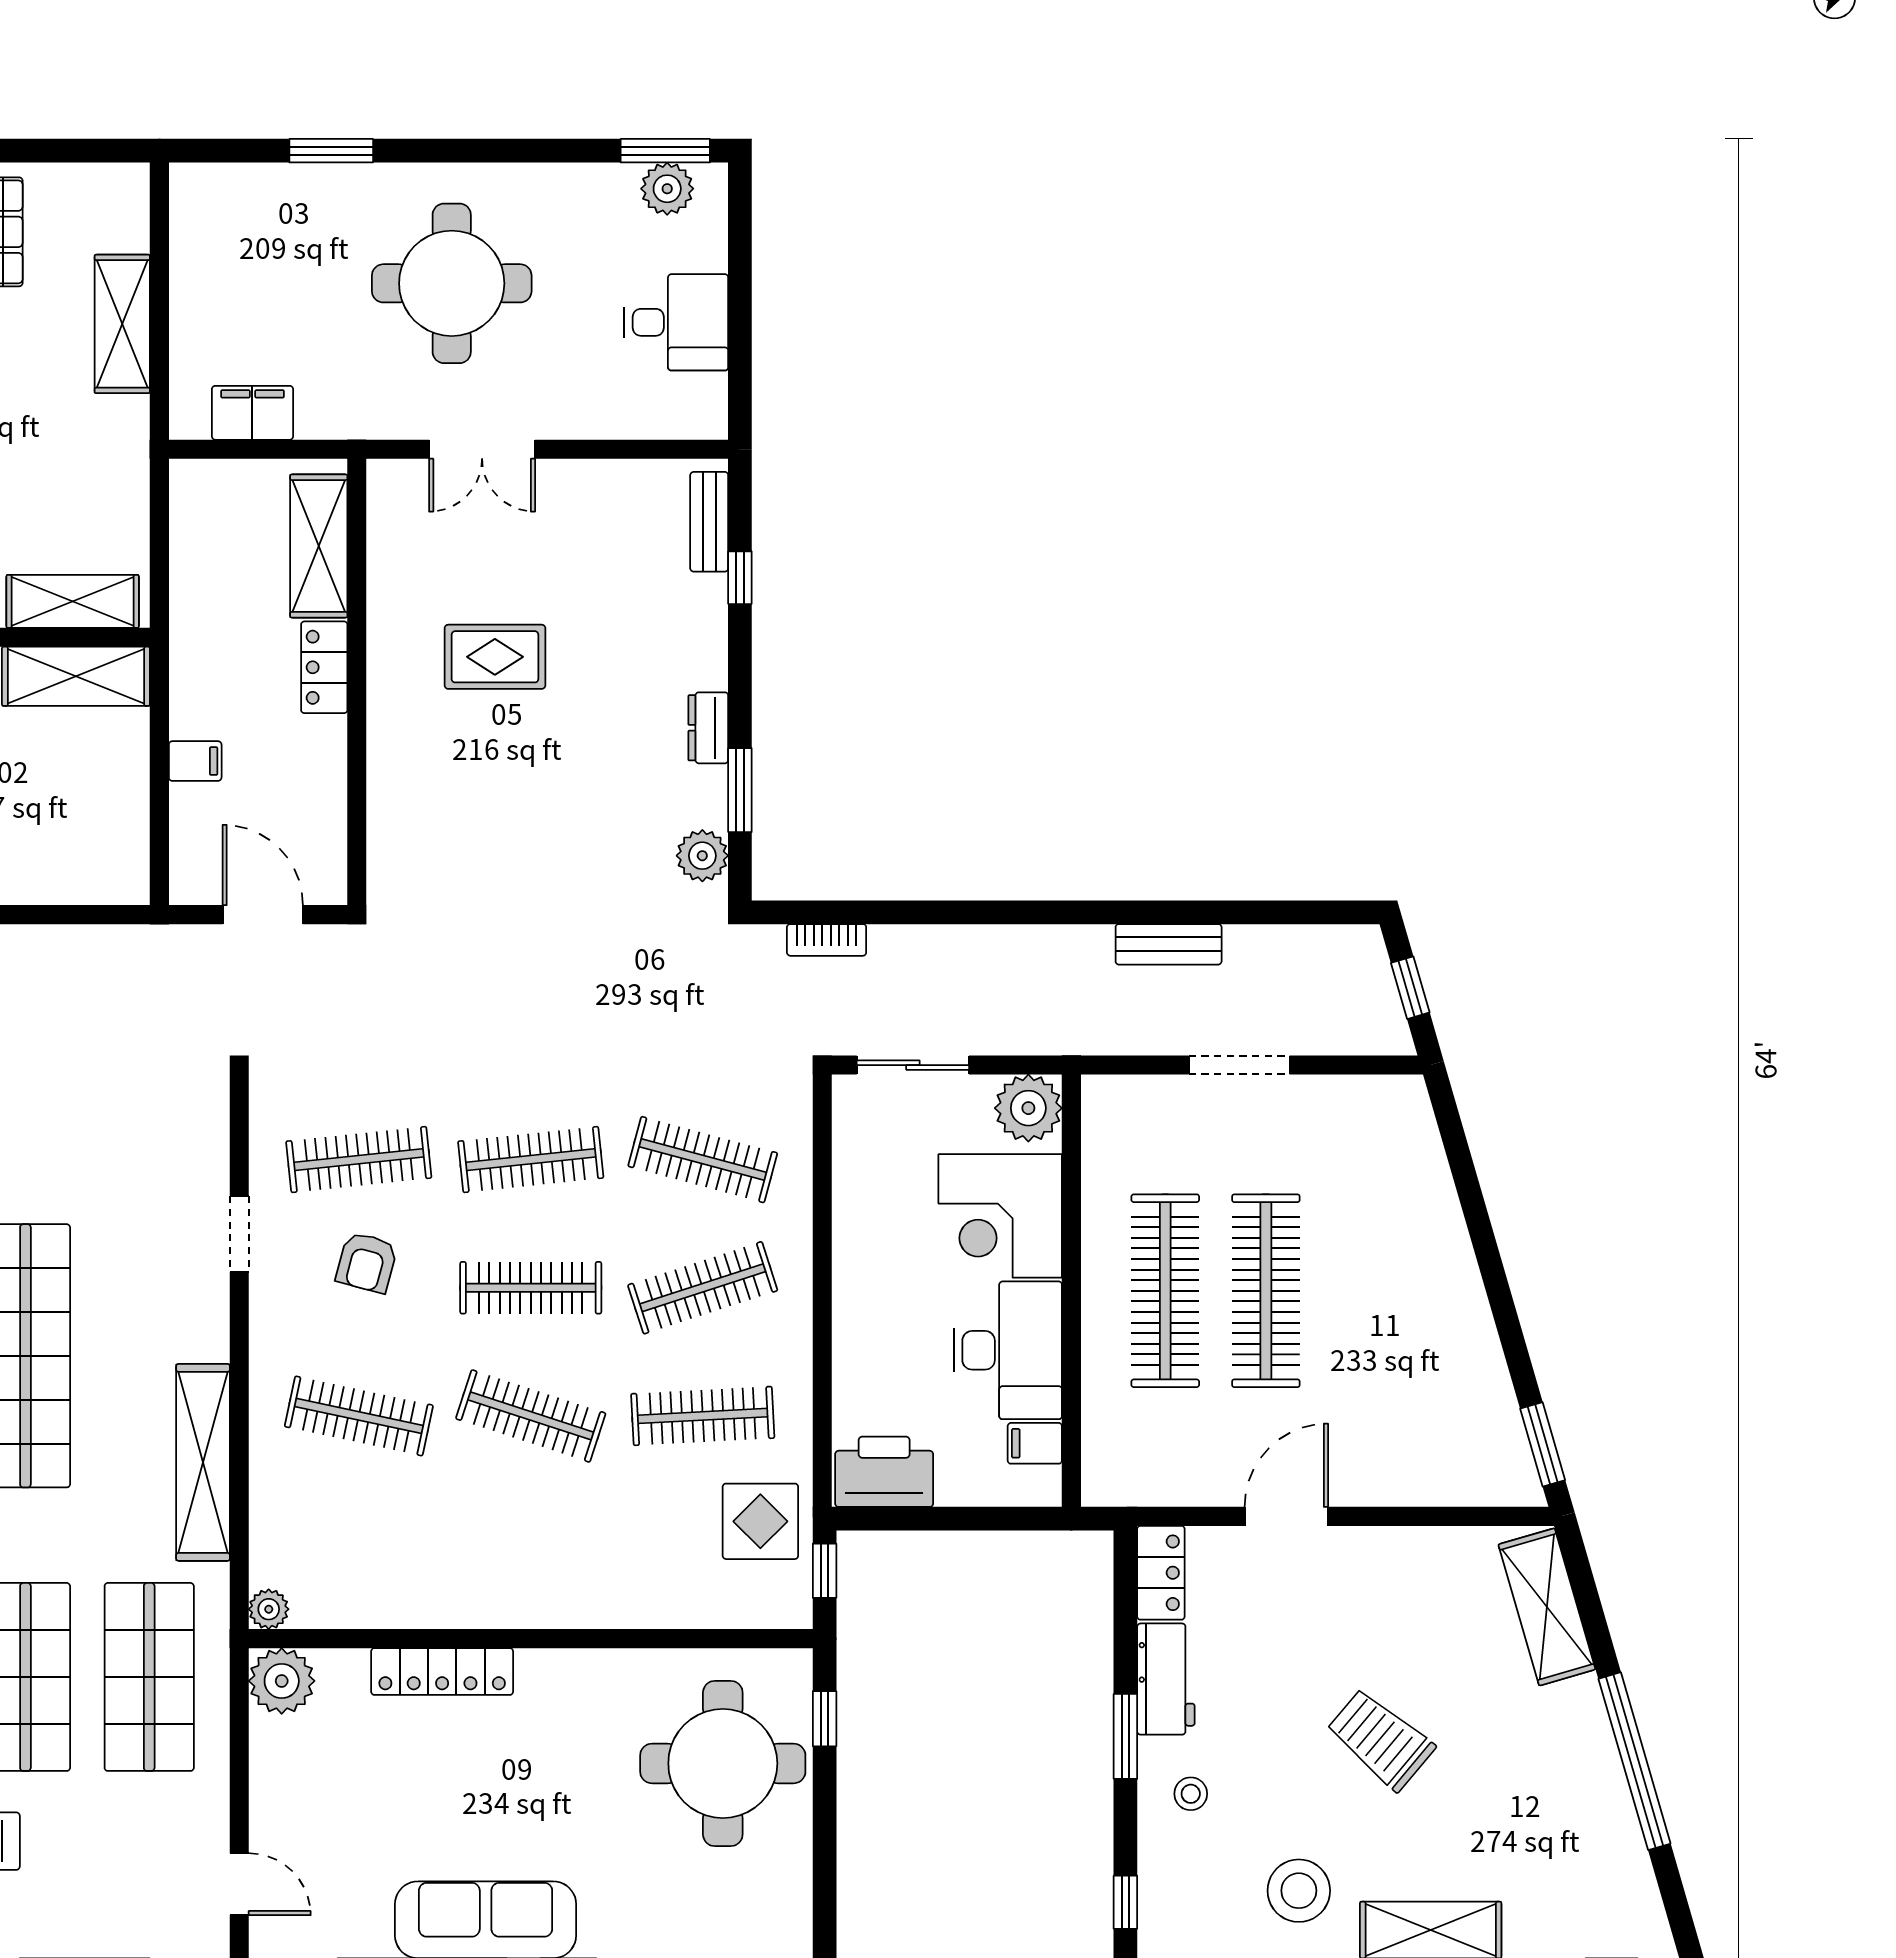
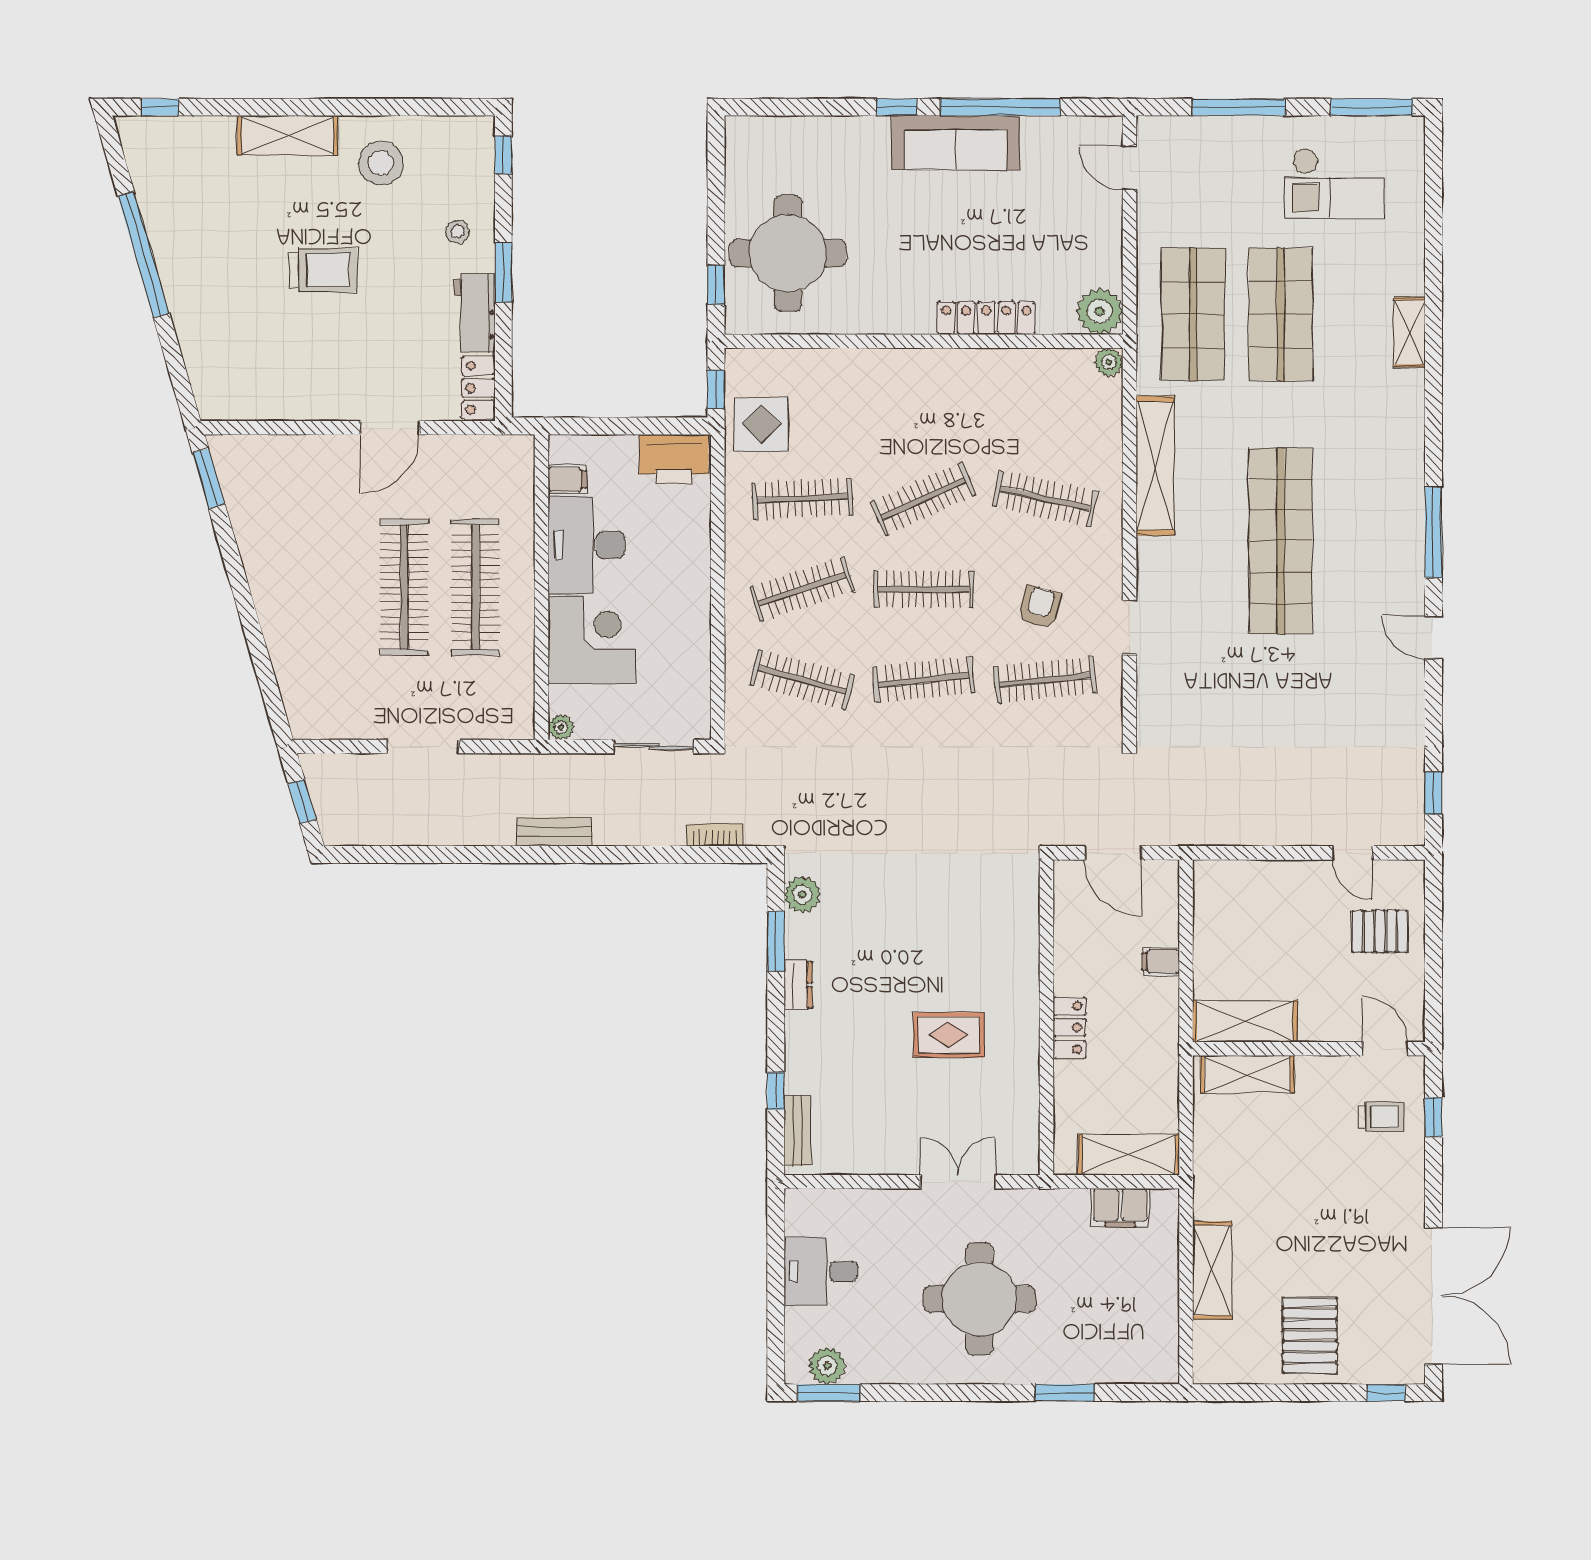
shelving: (319, 546) -> (1129, 1155), moved, turned 90
bench: (1169, 944) -> (554, 832), moved
plant: (1028, 1108) -> (561, 727), width x0.53, depth x0.53
clothes rail: (531, 1416) -> (924, 499), turned -42
shelving: (1547, 1607) -> (206, 364), removed
trolley: (1381, 1739) -> (323, 270), turned -40

